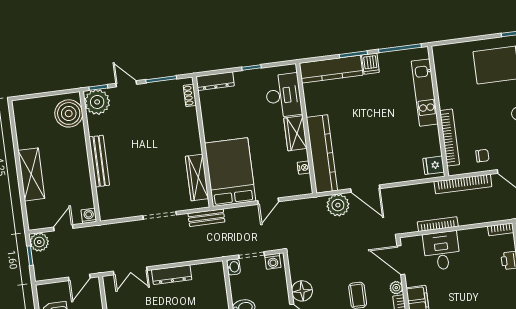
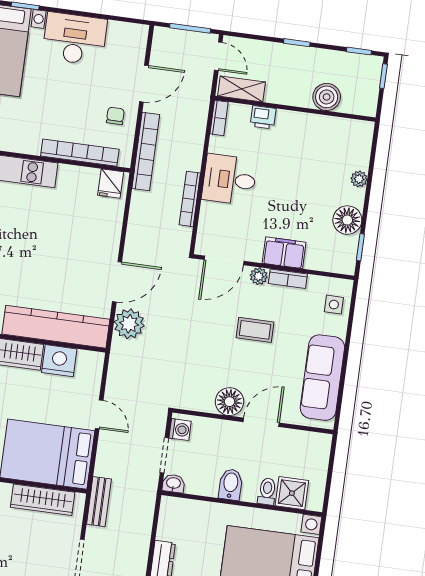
nightstand: (304, 168) -> (59, 361), width x1.89, depth x1.79
desk: (442, 251) -> (229, 180), moved

